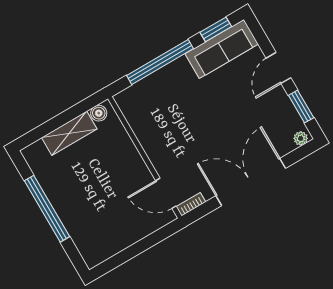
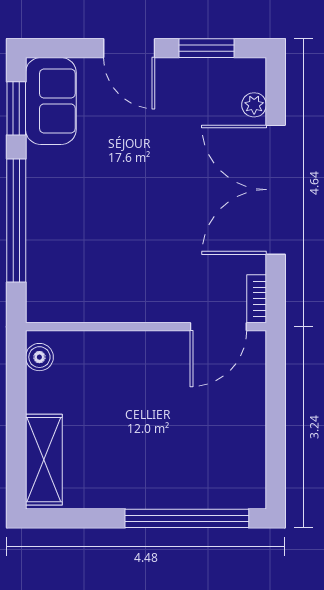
sofa: (222, 49) -> (51, 101), width x0.73
shelving: (69, 133) -> (44, 460), moved
plant: (301, 138) -> (254, 105), moved
window: (47, 209) -> (187, 518), moved

